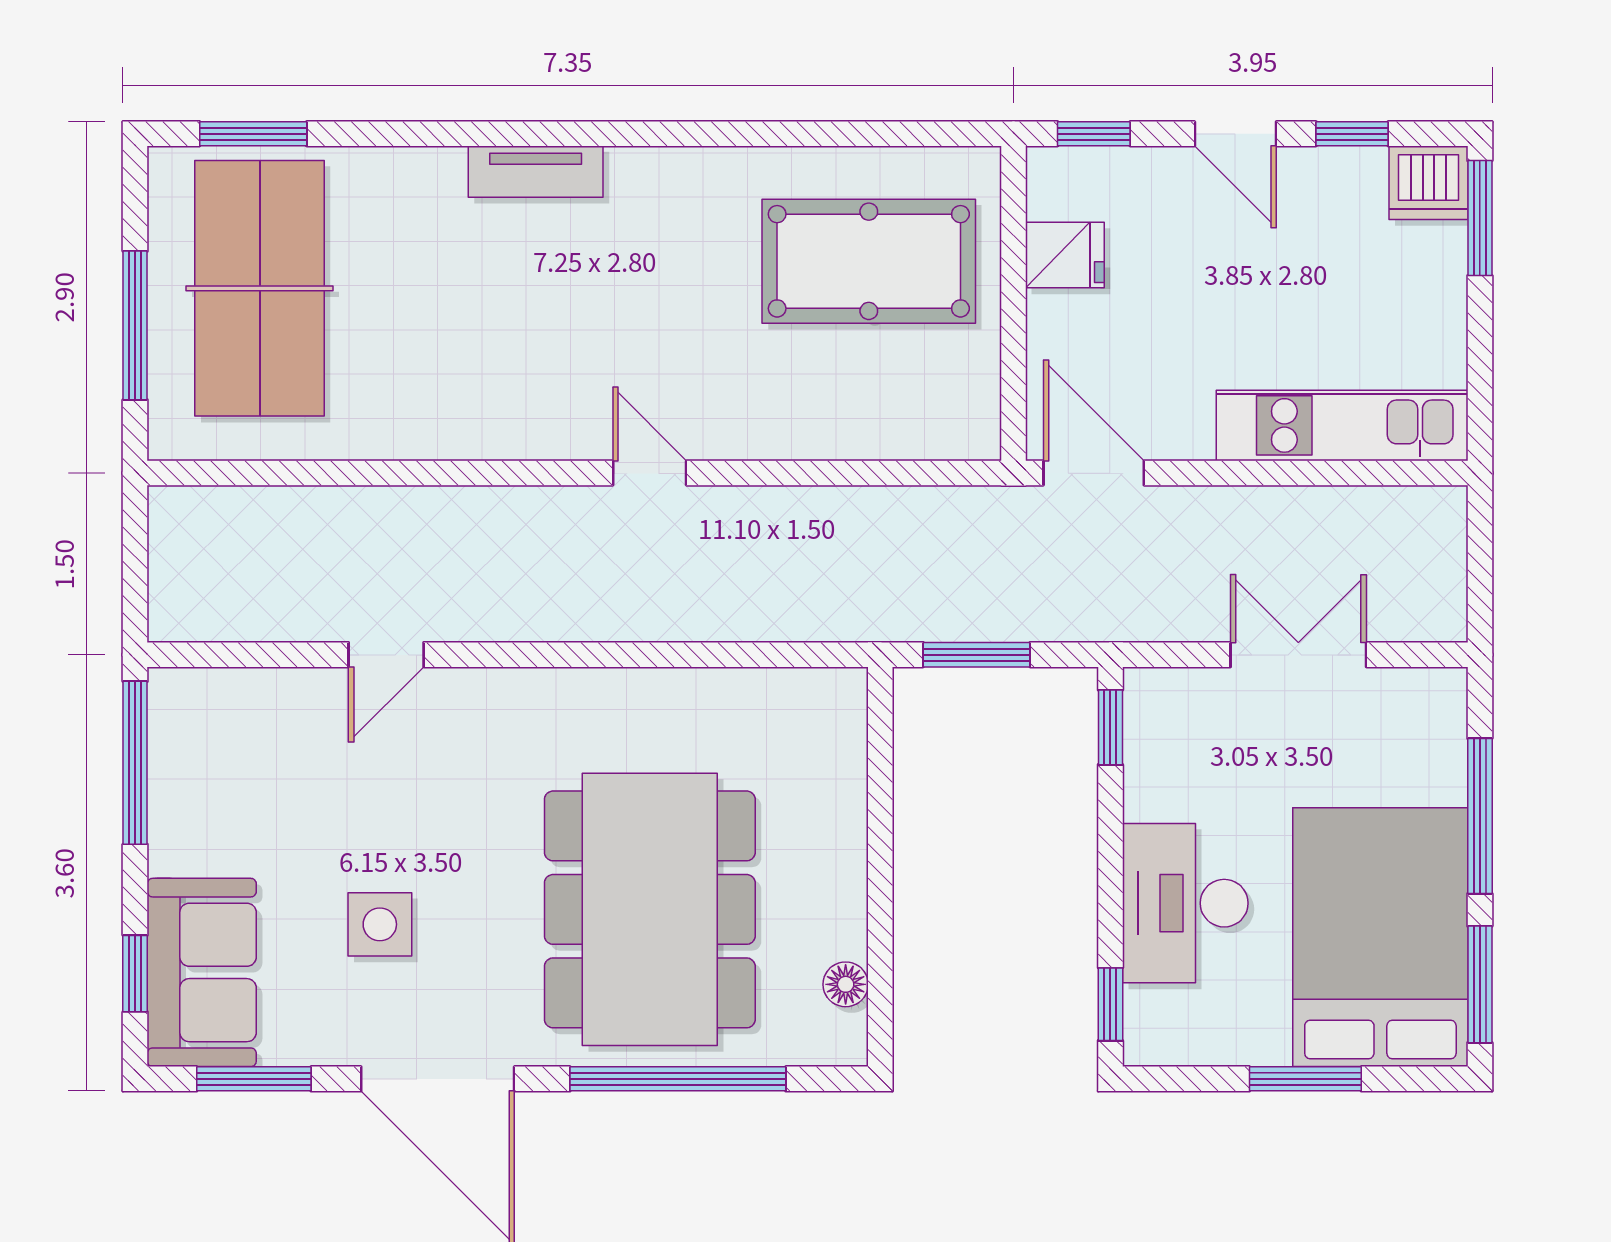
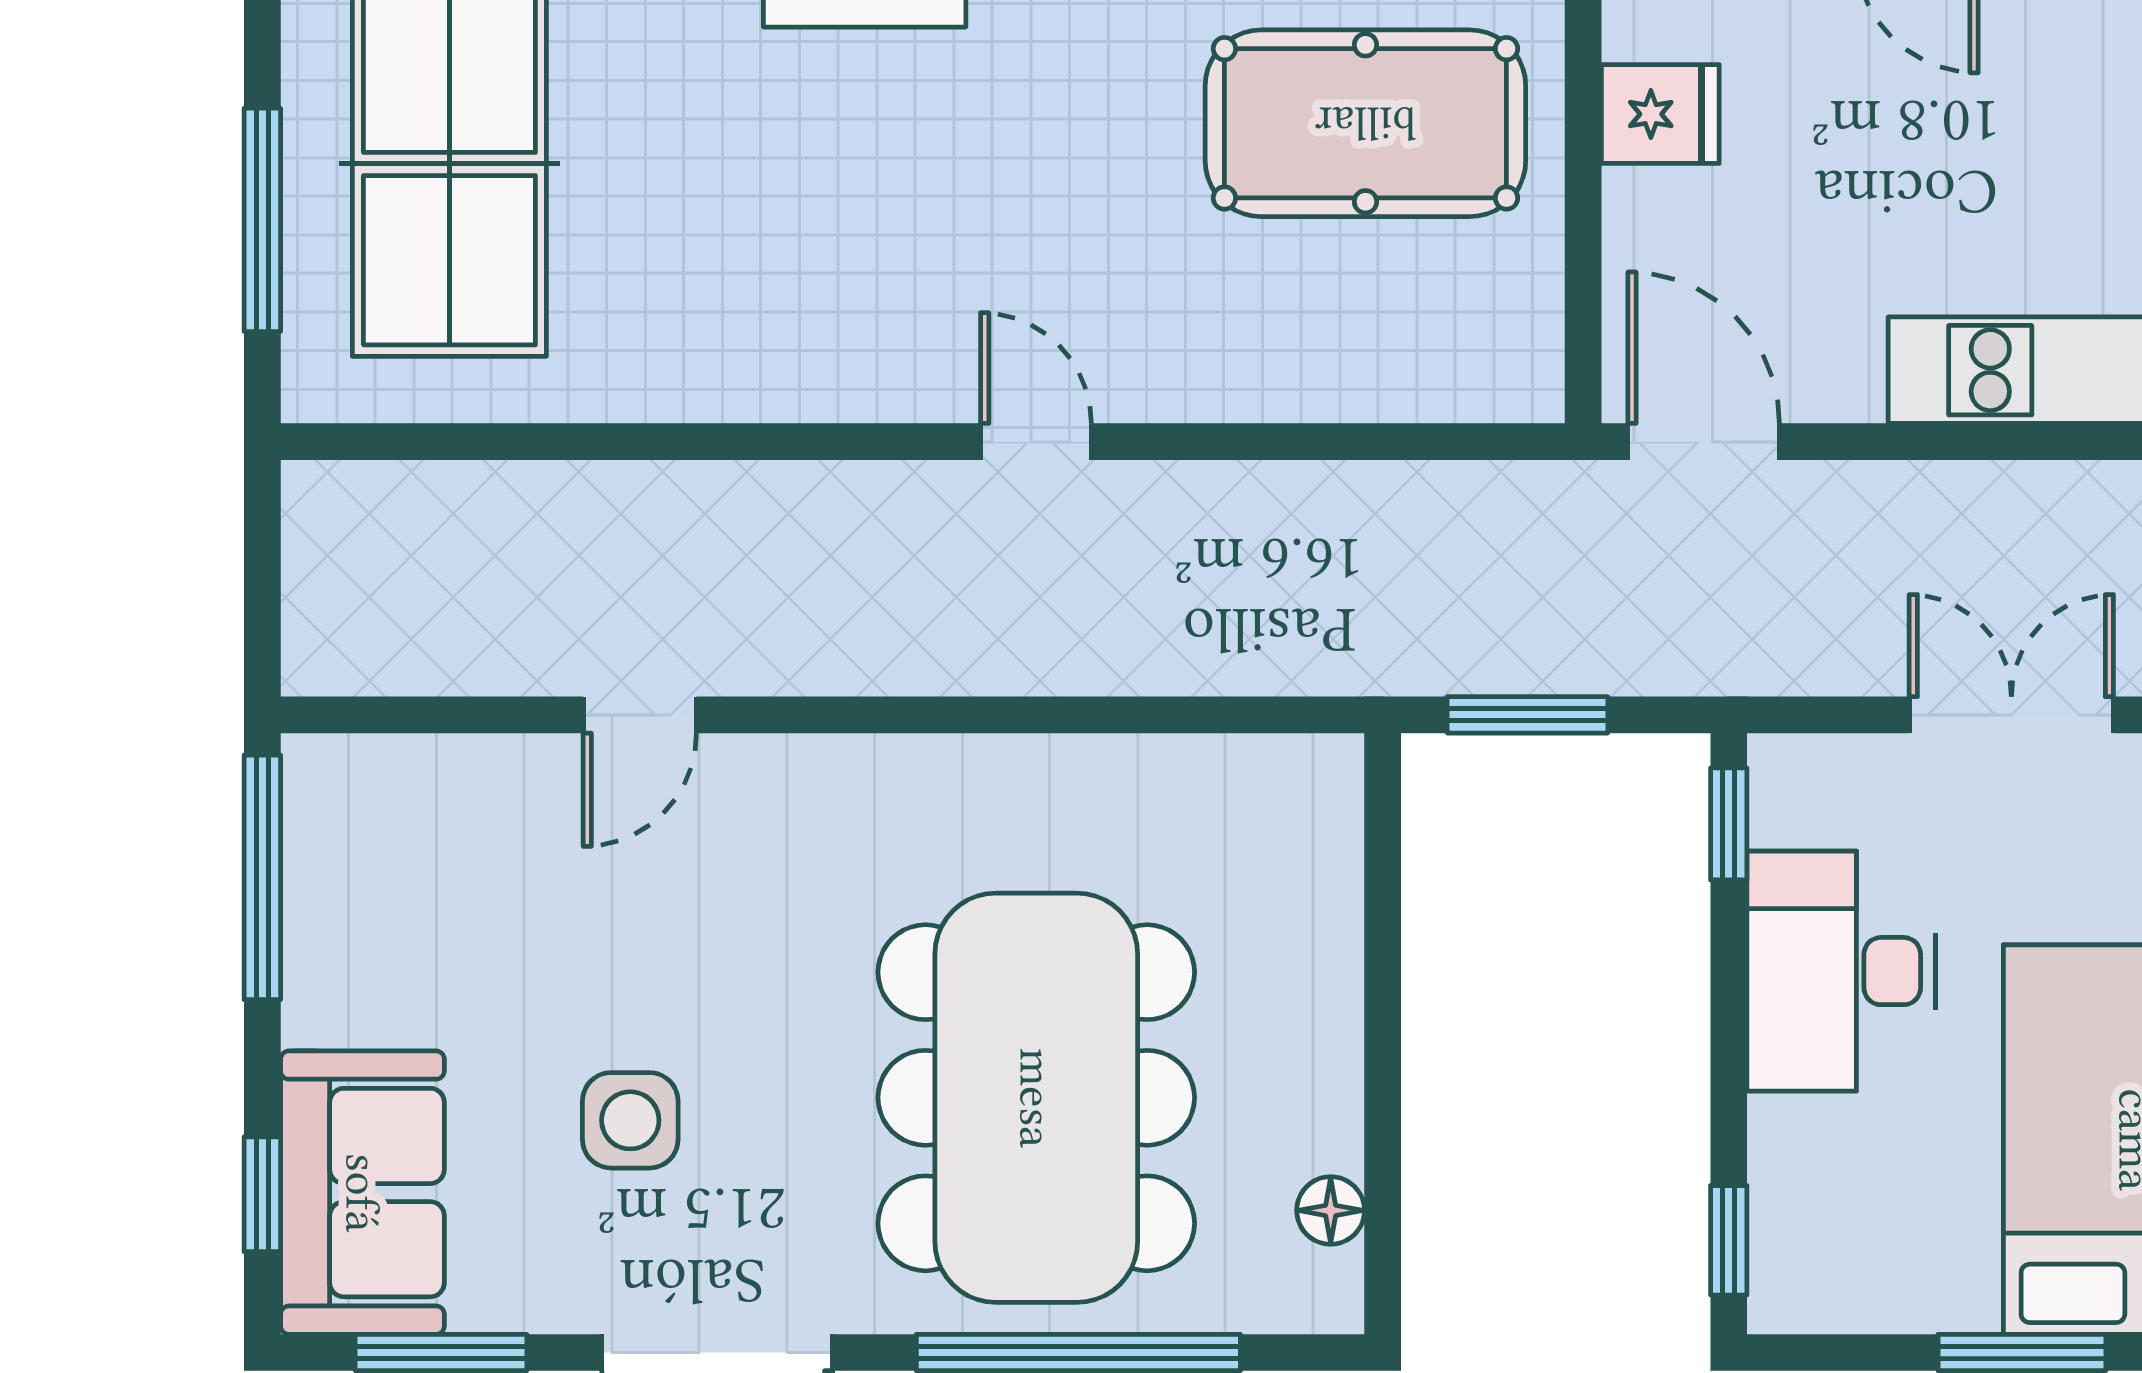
desk: (1185, 903) -> (1841, 971), moved

